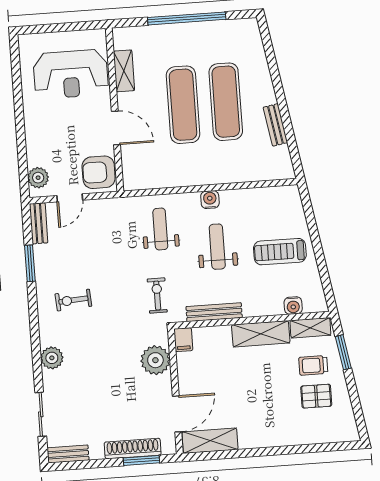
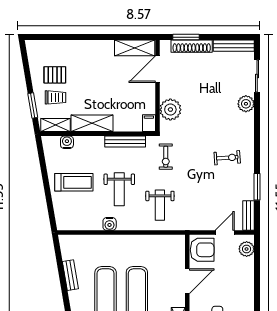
door: (116, 128) -> (187, 281), swing flipped
water cooler: (210, 200) -> (110, 224), moved
plant: (52, 358) -> (246, 104), moved
bench: (68, 454) -> (234, 46), width x1.36

